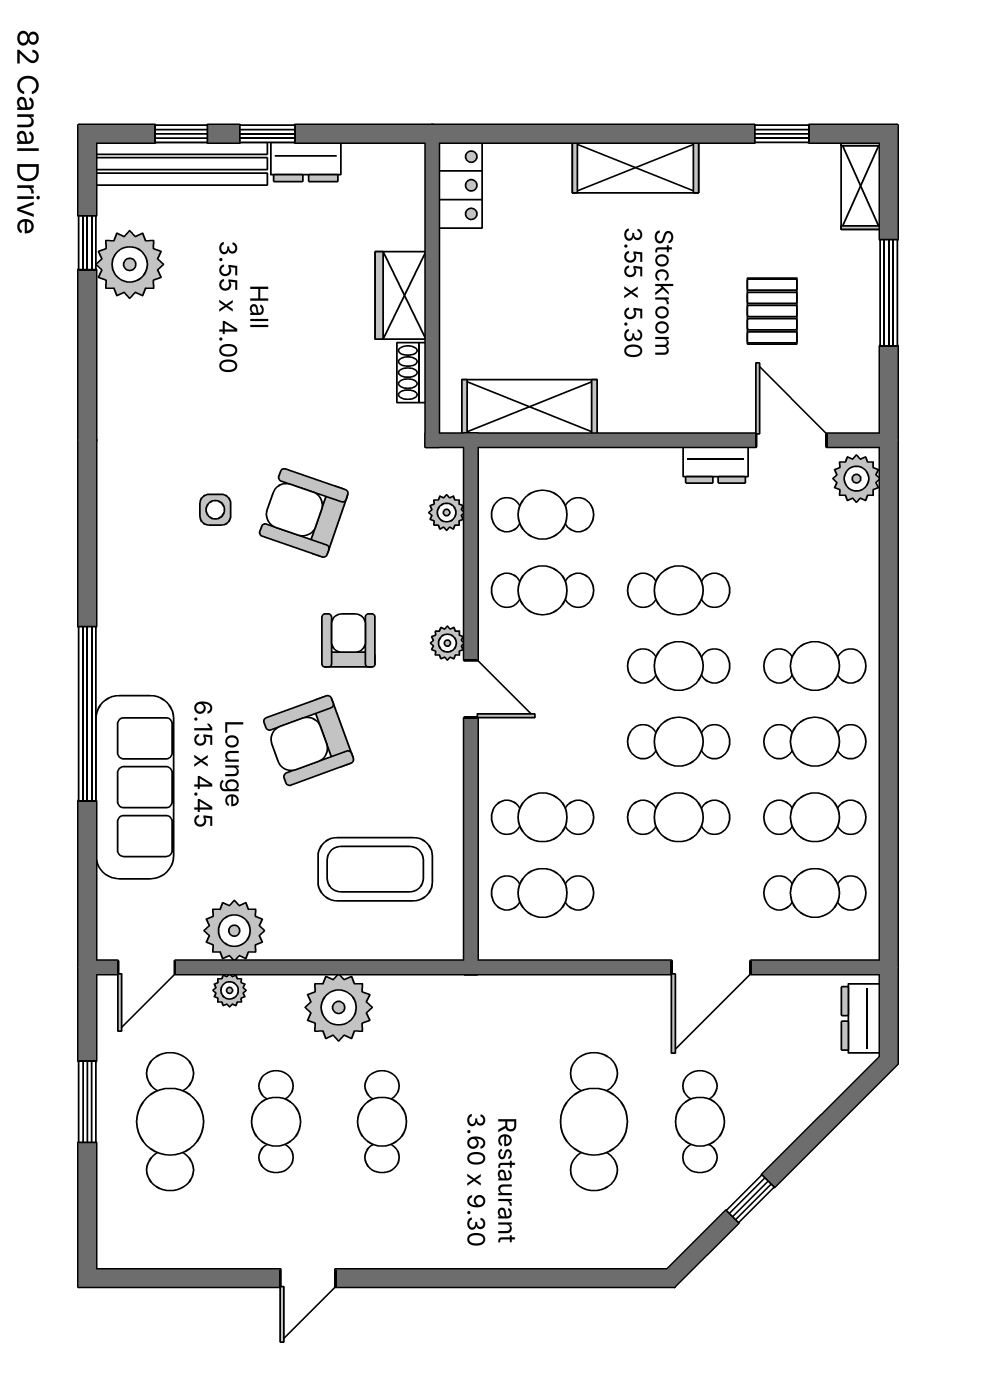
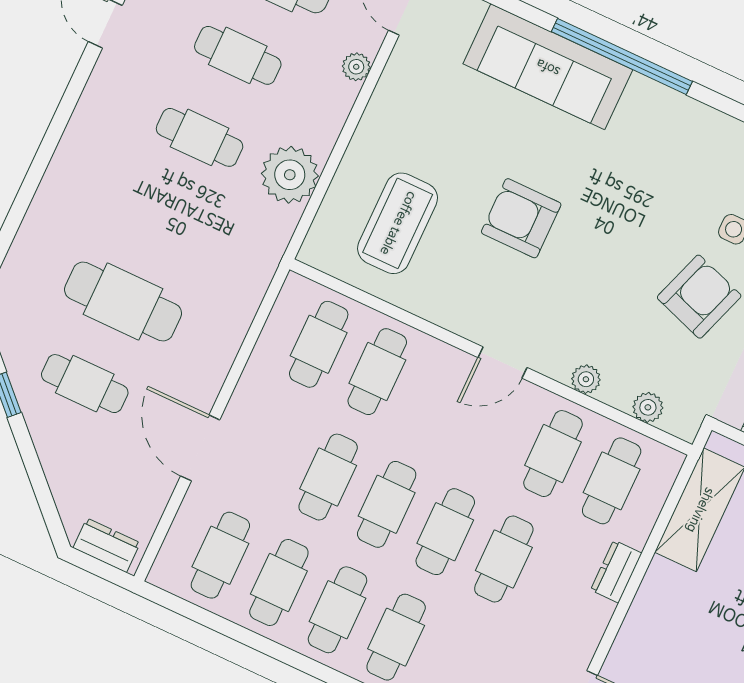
dresser: (716, 465) -> (616, 572), moved
armchair: (348, 640) -> (584, 285), removed
plant: (447, 643) -> (586, 379), moved
armchair: (309, 740) -> (521, 218), turned -70
plant: (234, 931) -> (401, 92), removed
plant: (339, 1007) -> (290, 175), moved

